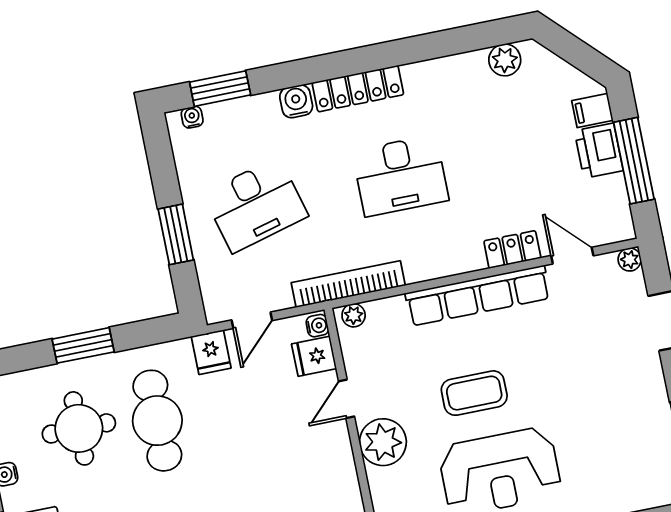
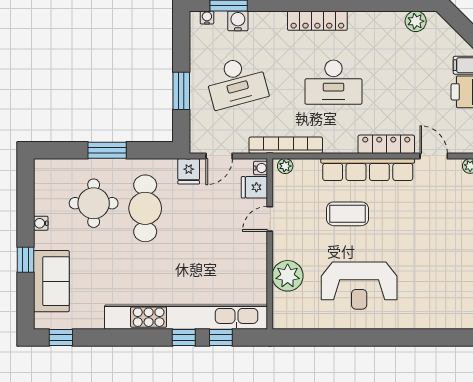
water cooler: (296, 101) -> (238, 21), moved
locker: (512, 250) -> (386, 144), width x1.53
coffee table: (474, 393) -> (348, 214), moved
plant: (383, 442) -> (288, 276), moved

